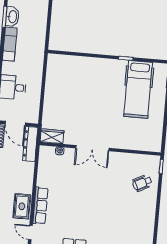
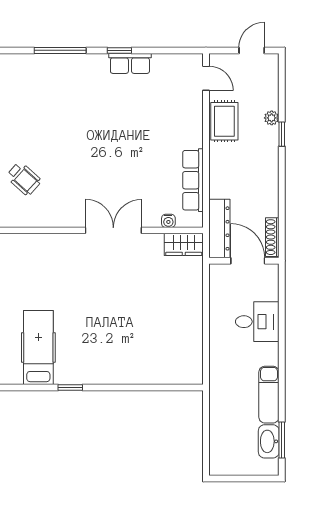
hospital bed: (138, 89) -> (38, 348), width x0.73, depth x0.78
wheelchair: (142, 183) -> (24, 179), turned 69
row of seats: (40, 206) -> (193, 180), moved

